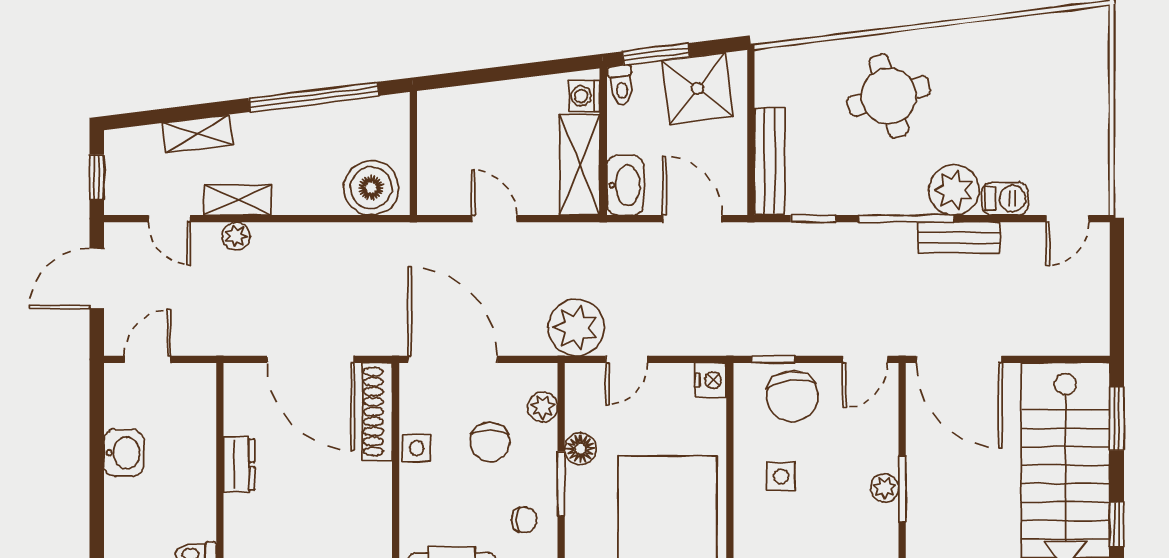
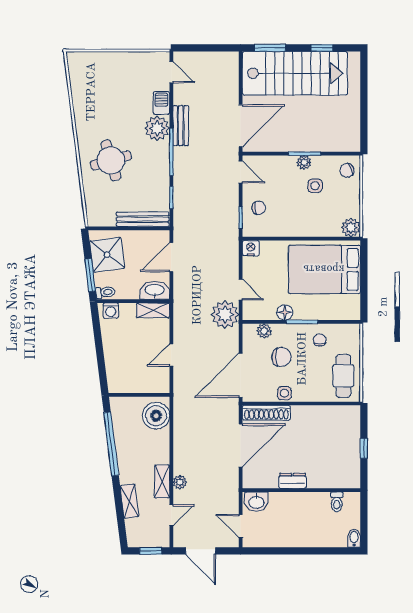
shelving: (580, 165) -> (153, 310), width x0.67, depth x0.75
chair: (792, 396) -> (259, 208), width x0.54, depth x0.54
washbasin: (124, 453) -> (256, 502), moved, turned 180
side table: (781, 476) -> (315, 186), moved

